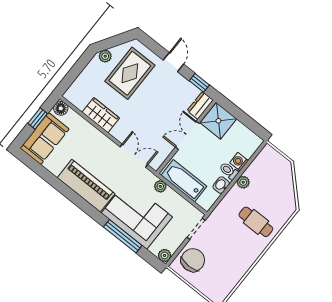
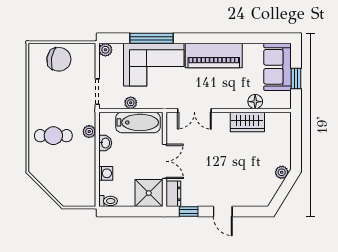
rug: (130, 73) -> (251, 174), removed
floor lamp: (61, 108) -> (255, 102), moved
toilet: (229, 171) -> (108, 201), moved
plant: (243, 182) -> (89, 132), moved
plant: (160, 186) -> (131, 103), moved
chair: (193, 260) -> (59, 59), moved, turned -81

